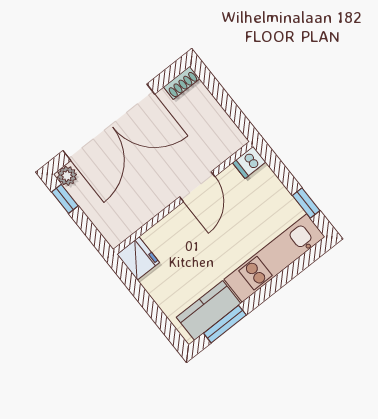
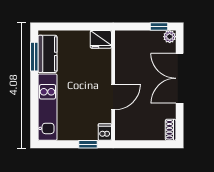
double door: (109, 122) -> (180, 78), width x0.73
door: (197, 187) -> (113, 97), swing flipped
window: (306, 203) -> (88, 144), moved

